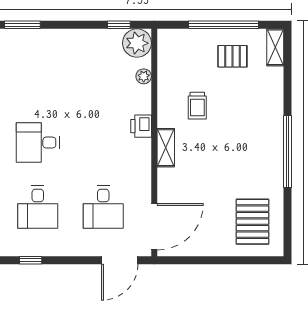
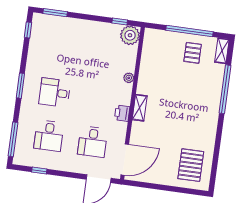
pallet: (232, 56) -> (193, 53), turned 90
plant: (144, 76) -> (129, 78), moved
trolley: (197, 106) -> (165, 83), removed
printer: (141, 126) -> (122, 113), moved
window: (287, 152) -> (225, 89), moved

